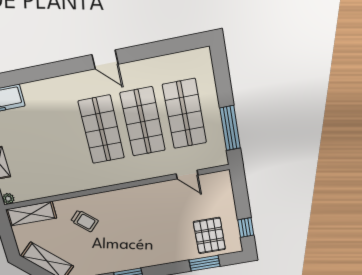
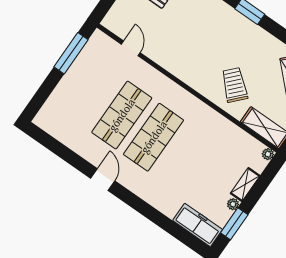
shop shelf: (185, 114) -> (90, 93), removed
trolley: (85, 221) -> (234, 85), width x1.36, depth x1.39

